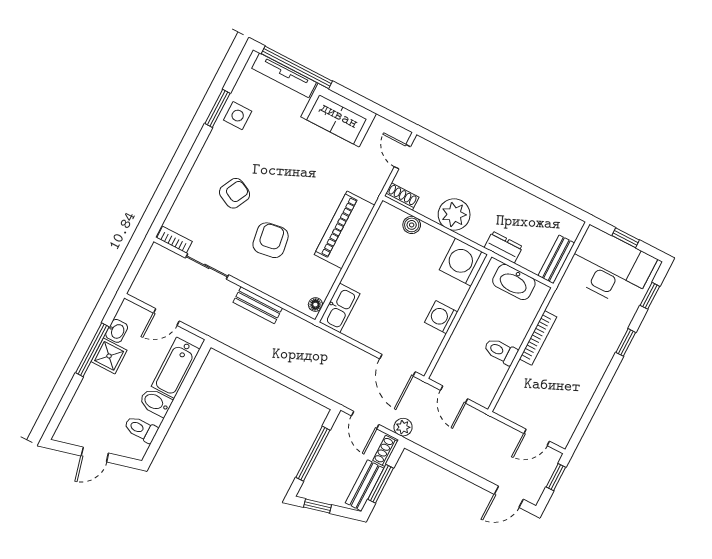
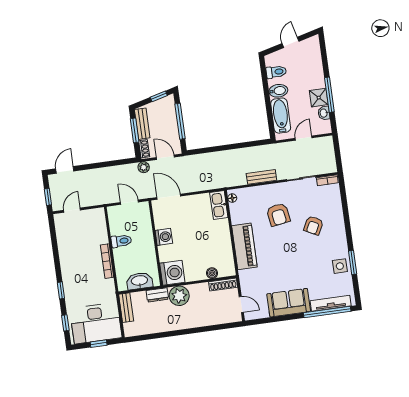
shoe rack: (402, 197) -> (223, 285), width x1.43
plant: (454, 215) -> (179, 296), moved

